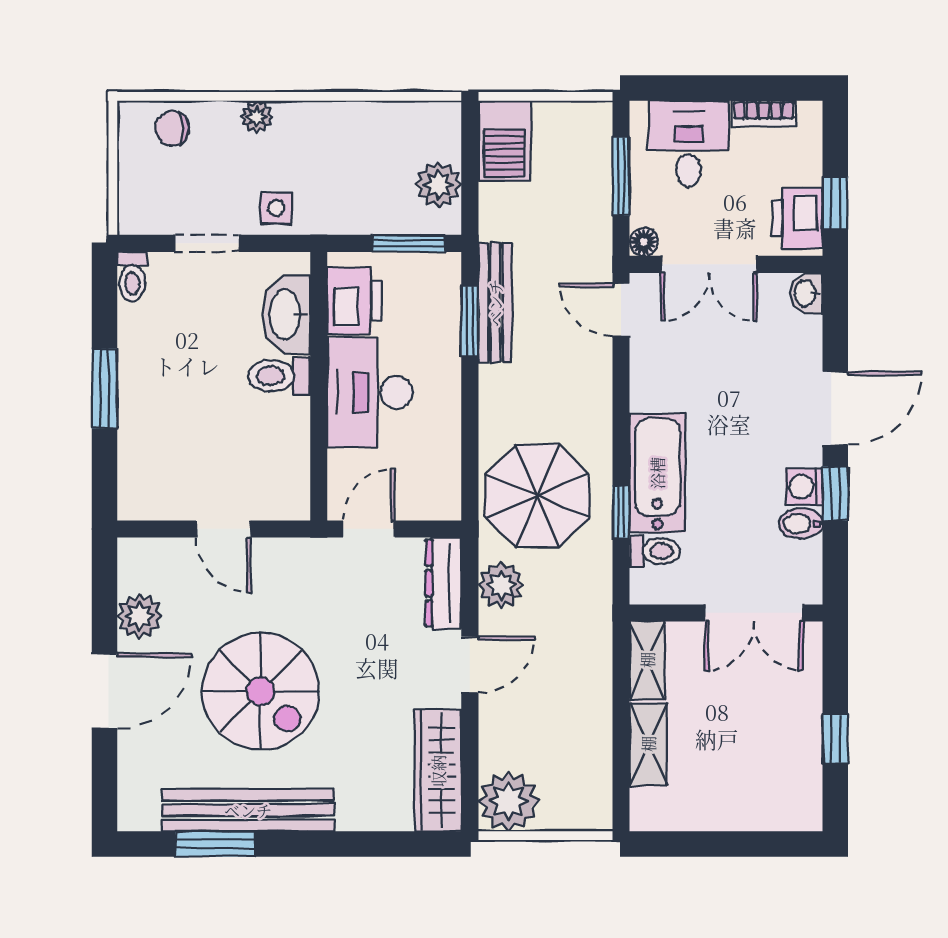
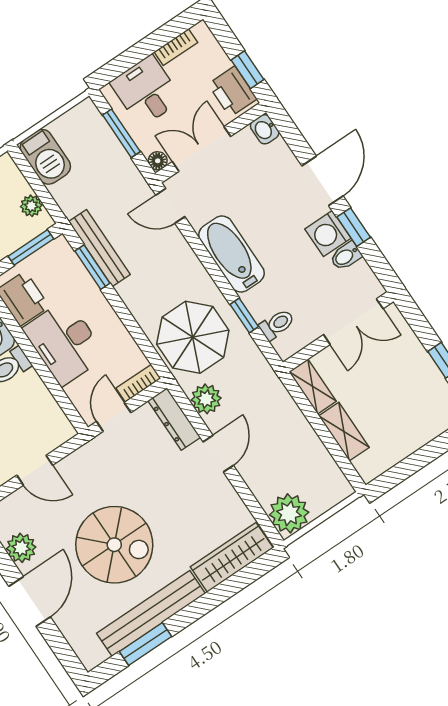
plant: (439, 185) -> (31, 206), width x0.73, depth x0.73
double door: (709, 264) -> (201, 149), swing flipped
bathtub: (657, 473) -> (231, 254), moved
washing machine: (804, 487) -> (328, 234), width x1.38, depth x1.38
bookcase: (429, 508) -> (138, 383), added
wardrobe: (438, 771) -> (232, 557), moved, turned 90

